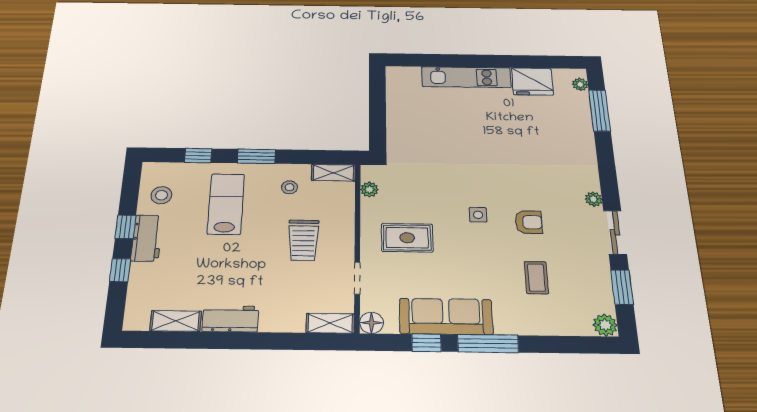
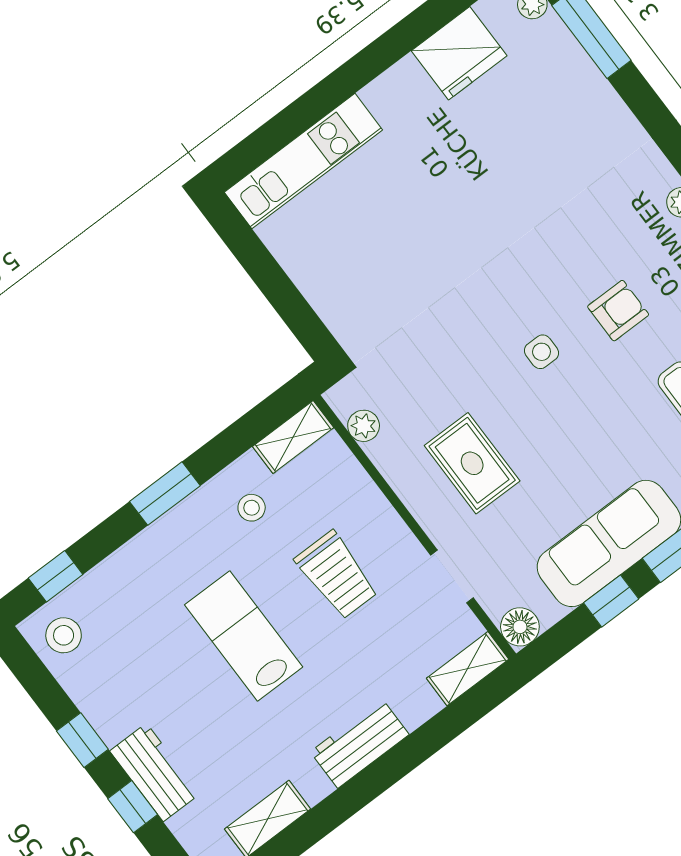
kitchen unit: (466, 77) -> (303, 161), moved
window: (198, 156) -> (56, 576), moved
stool: (161, 195) -> (64, 635), moved
lab bench: (226, 204) -> (244, 636), moved
workbench: (147, 238) -> (155, 772), moved
rug: (407, 238) -> (472, 463), turned 90
workbench: (230, 319) -> (360, 743), moved

